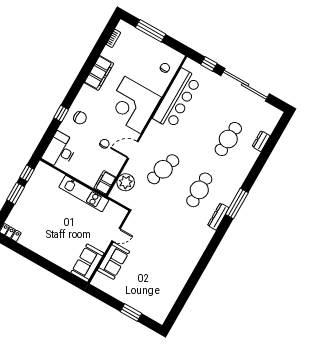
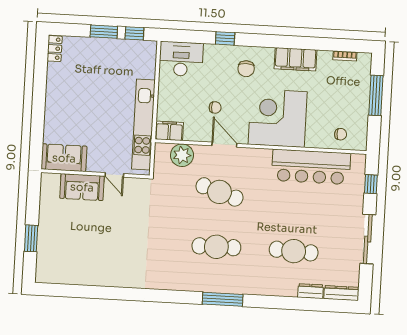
sliding door: (245, 85) -> (368, 239), width x0.73
chair: (80, 118) -> (246, 69), moved
kitchen unit: (84, 194) -> (143, 125), width x1.36
dresser: (218, 217) -> (341, 293), moved

